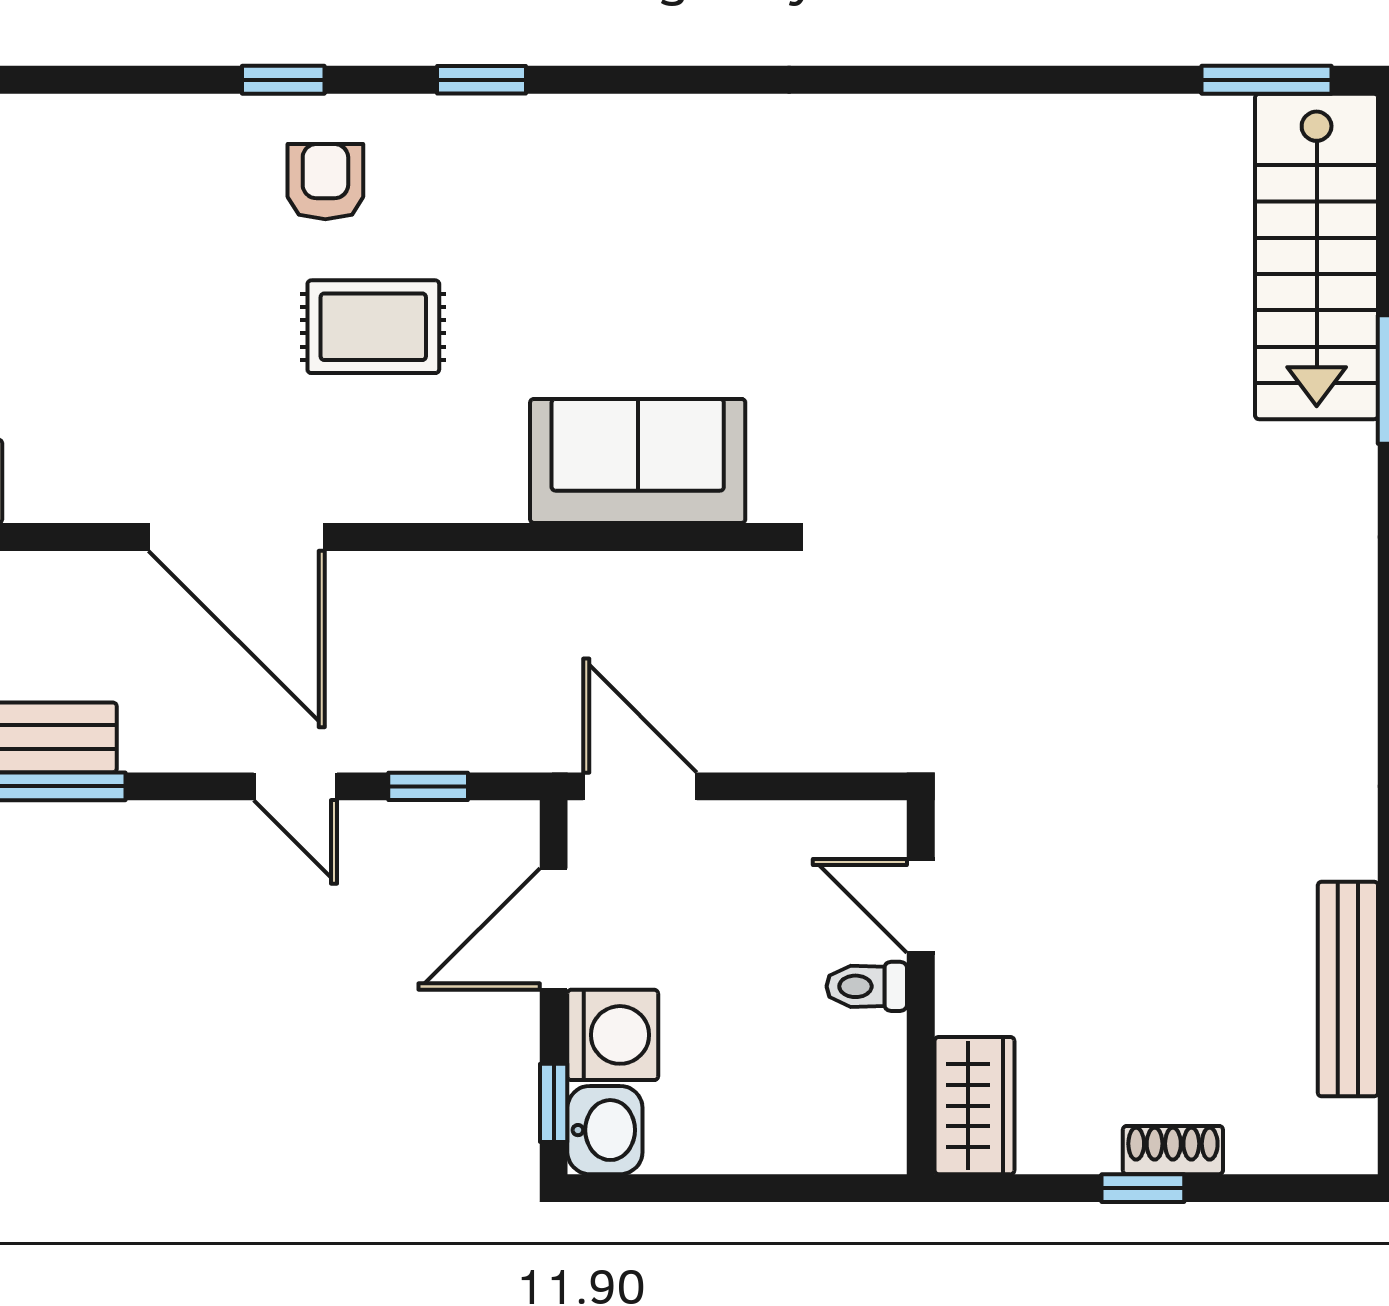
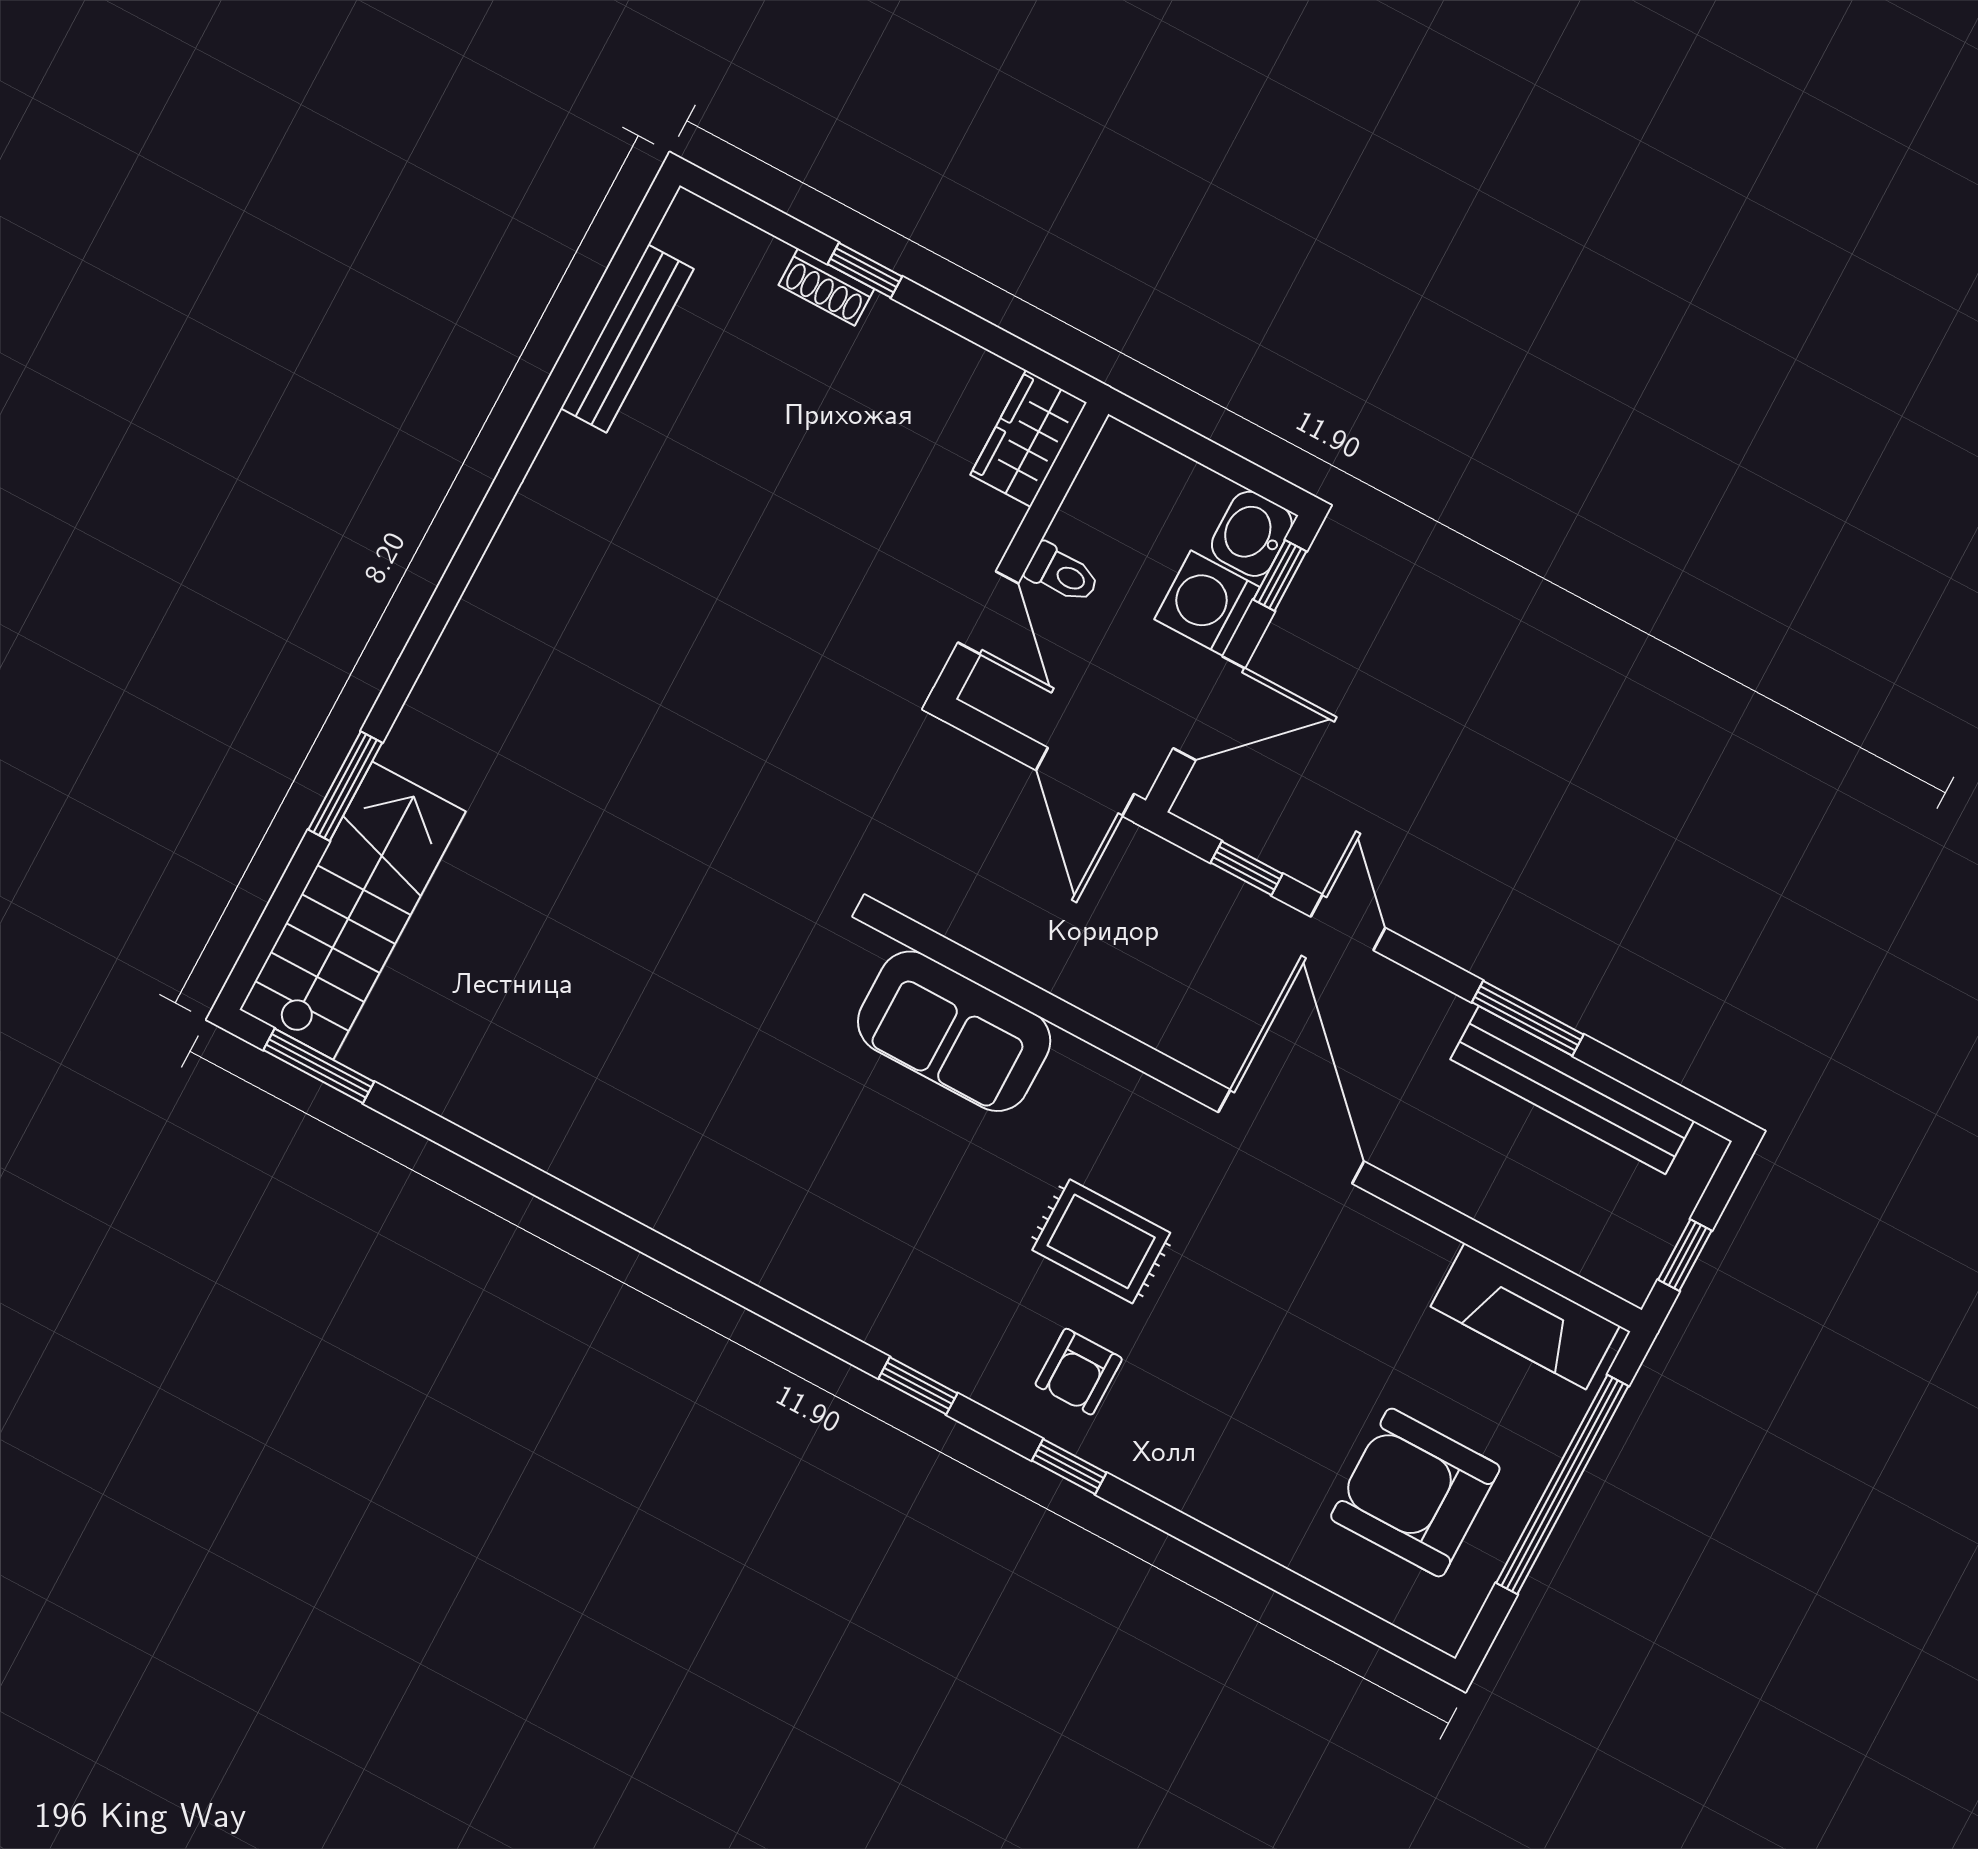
door: (921, 906) -> (988, 613), moved
toilet: (867, 986) -> (1062, 574), moved
wall: (921, 987) -> (1021, 551), moved
wardrobe: (974, 1106) -> (1029, 439), moved

